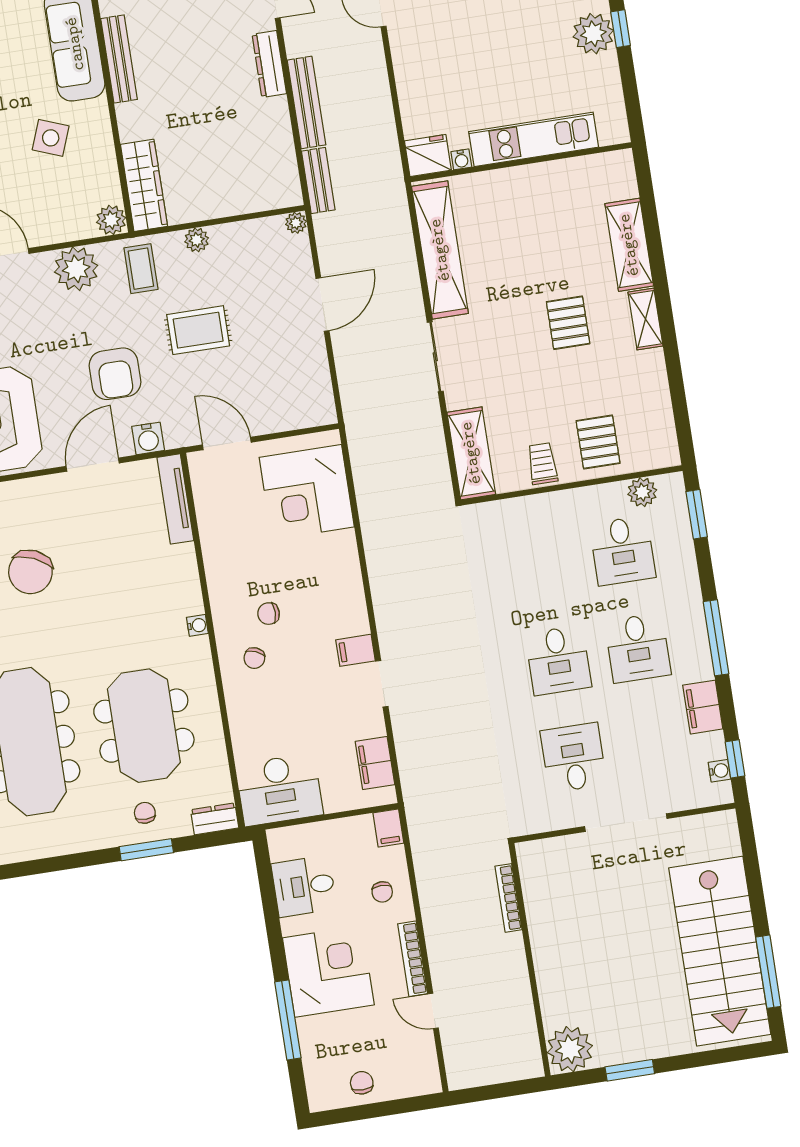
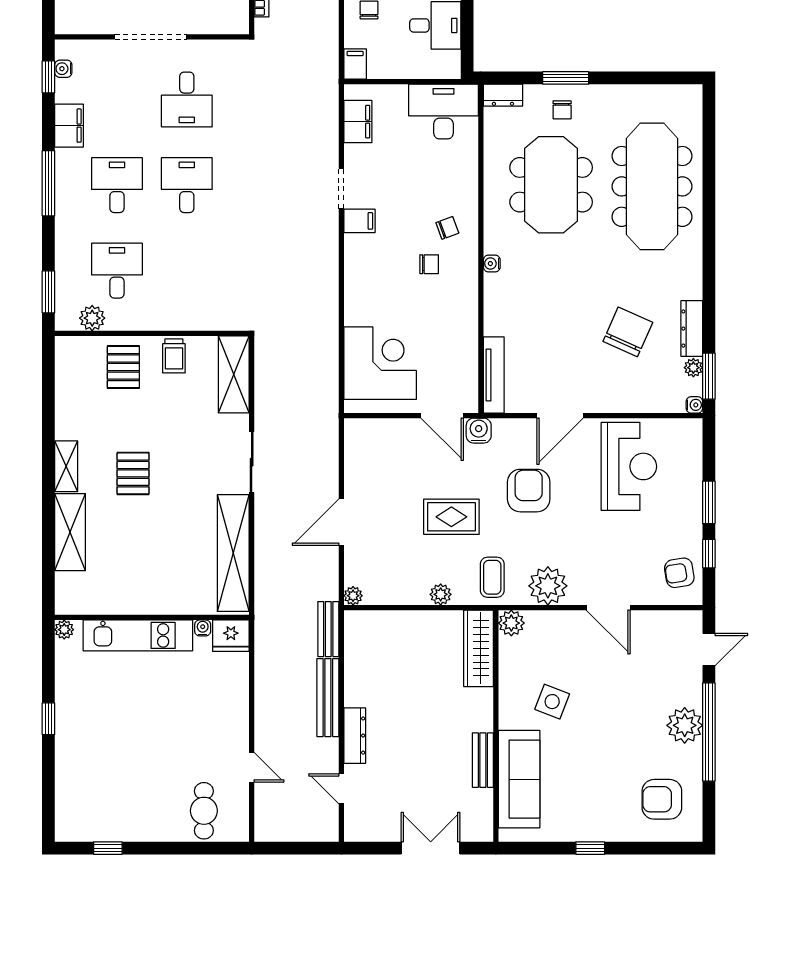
plant: (593, 34) -> (64, 630), moved, width x0.53, depth x0.53
bench: (119, 59) -> (483, 760), width x0.73
water cooler: (148, 438) -> (479, 431), moved
chair: (254, 658) -> (447, 228), turned 47

